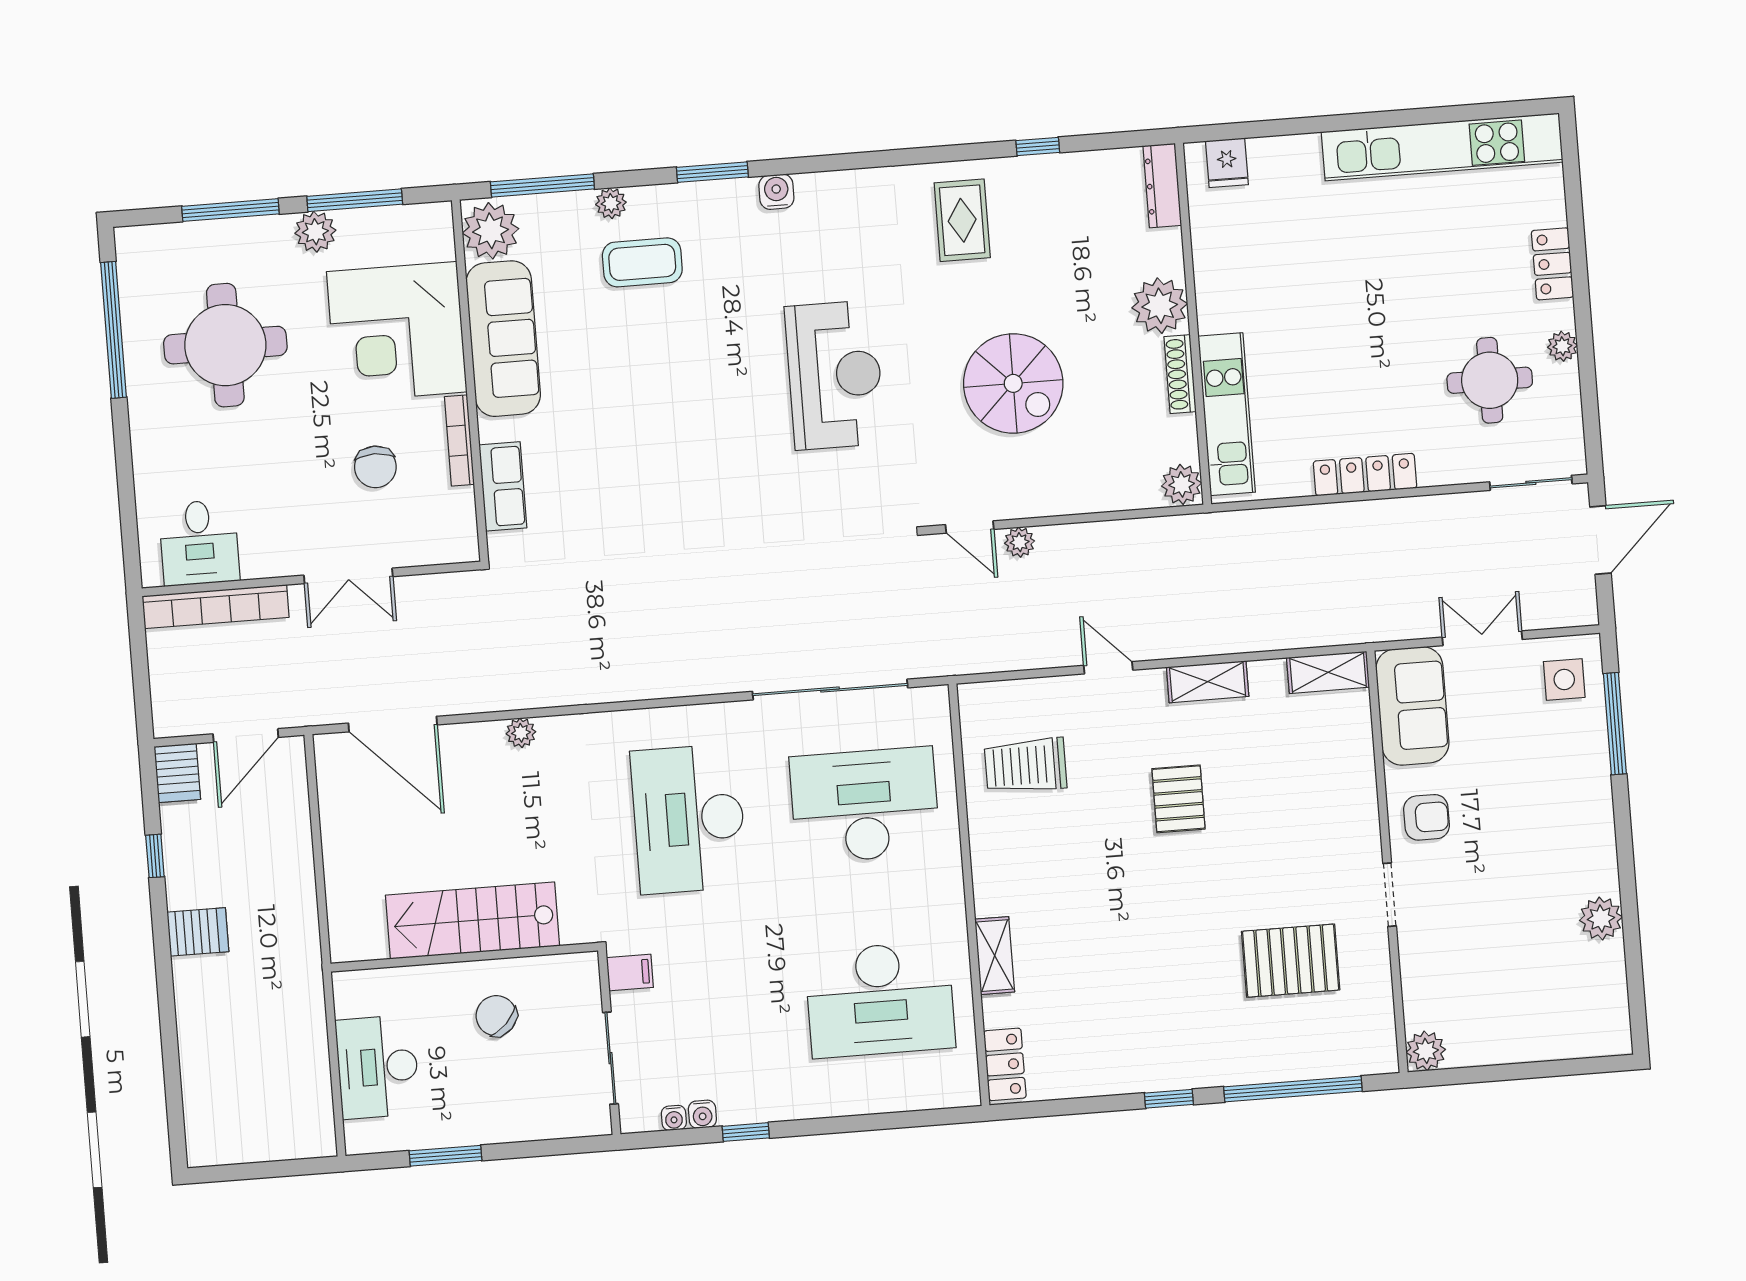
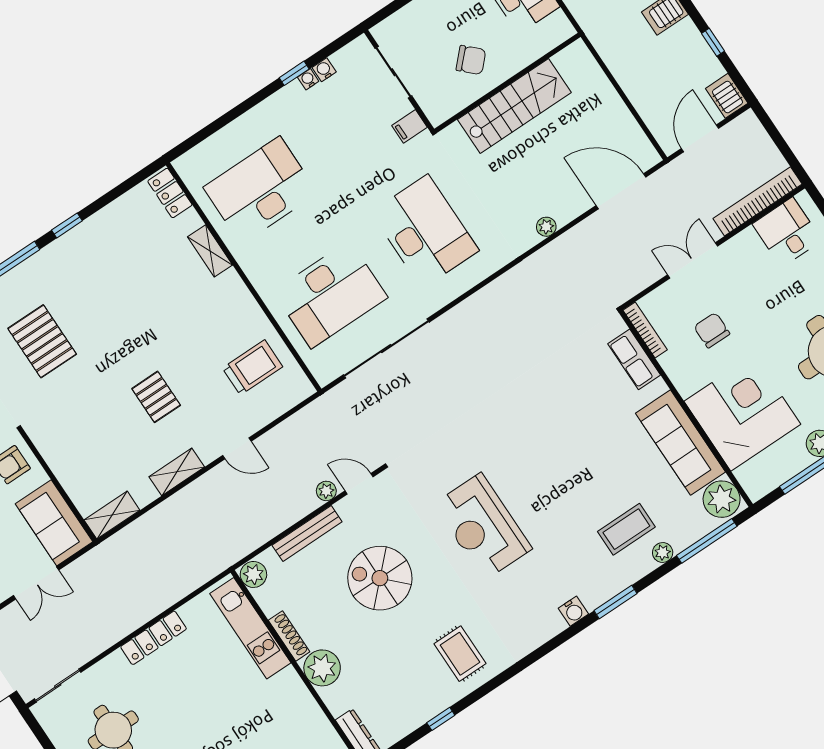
bookcase: (459, 441) -> (645, 330), moved
bench: (1078, 499) -> (307, 533), added
pallet: (1291, 961) -> (42, 341), turned 90
water cooler: (674, 1118) -> (308, 79), moved

